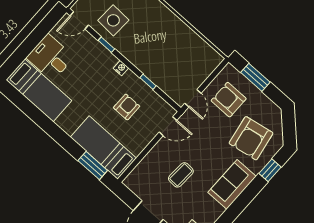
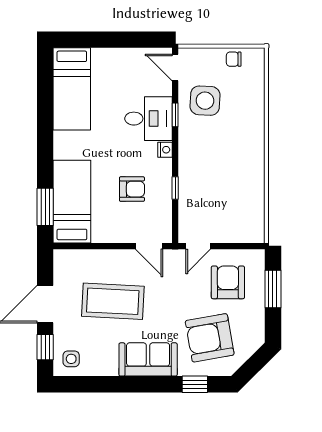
desk: (50, 57) -> (149, 119), moved, turned 90
coffee table: (181, 175) -> (113, 301), width x1.86, depth x1.72

